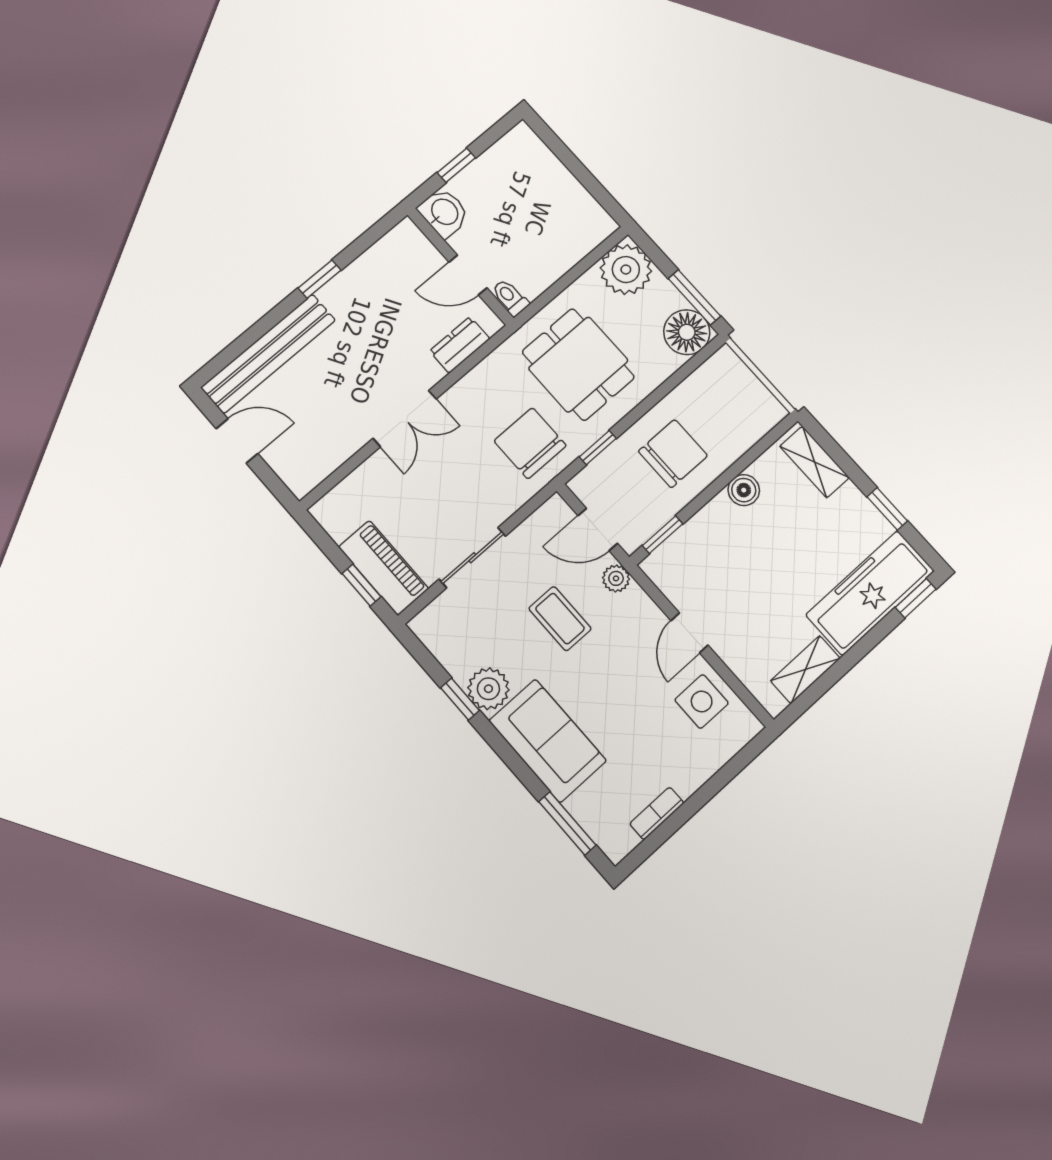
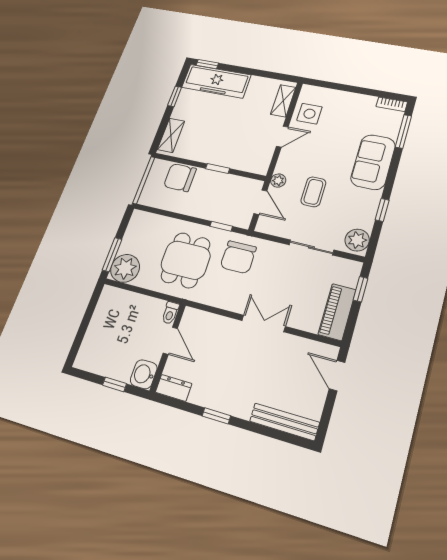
window: (694, 297) -> (112, 255), moved
floor lamp: (687, 332) -> (141, 223), removed
dresser: (460, 345) -> (174, 388), moved, turned 180
bench: (268, 354) -> (284, 422), width x0.73, depth x0.82
door: (237, 441) -> (337, 376), moved
chair: (673, 454) -> (180, 177), moved
boiler: (744, 490) -> (202, 155), removed
window: (663, 535) -> (218, 169), moved
piano: (384, 568) -> (337, 312), moved
shelving: (805, 670) -> (283, 101), moved, turned 90
plant: (488, 689) -> (357, 240), moved
bookcase: (657, 813) -> (392, 104), moved

